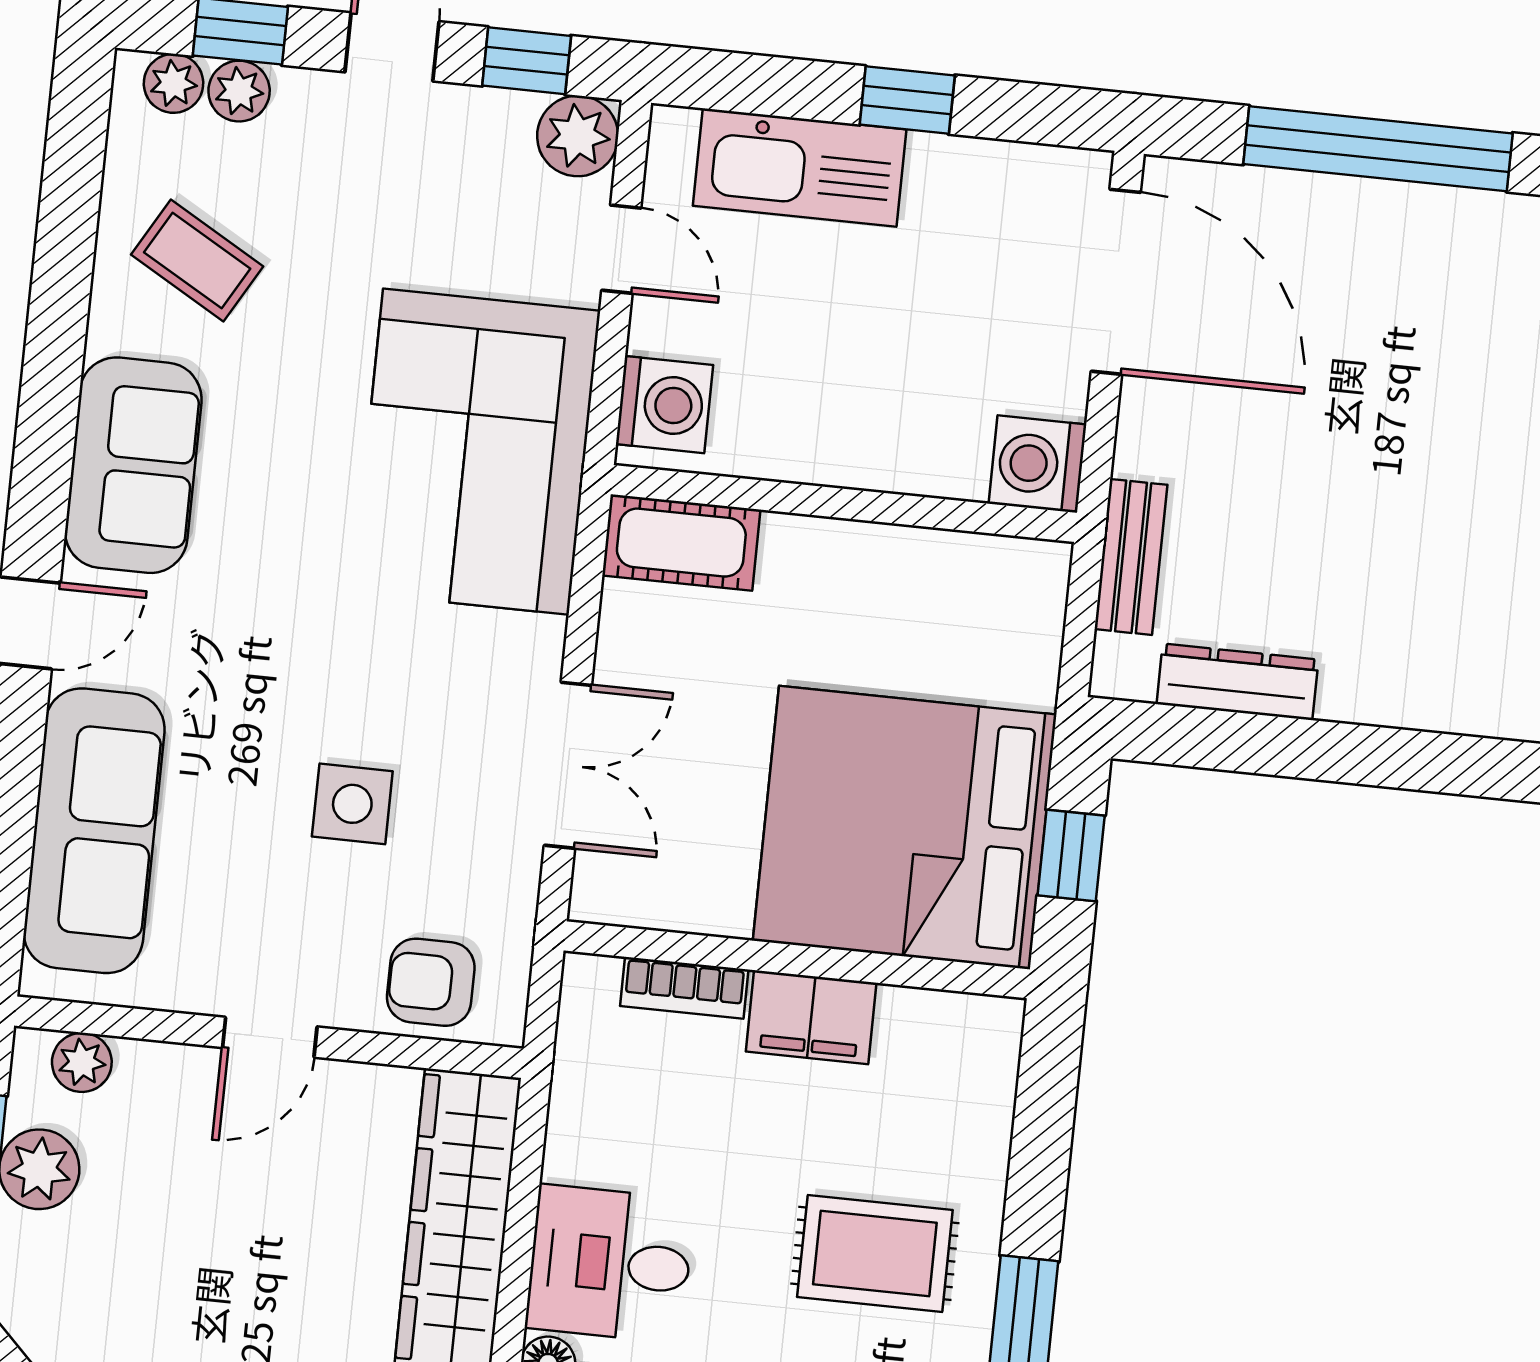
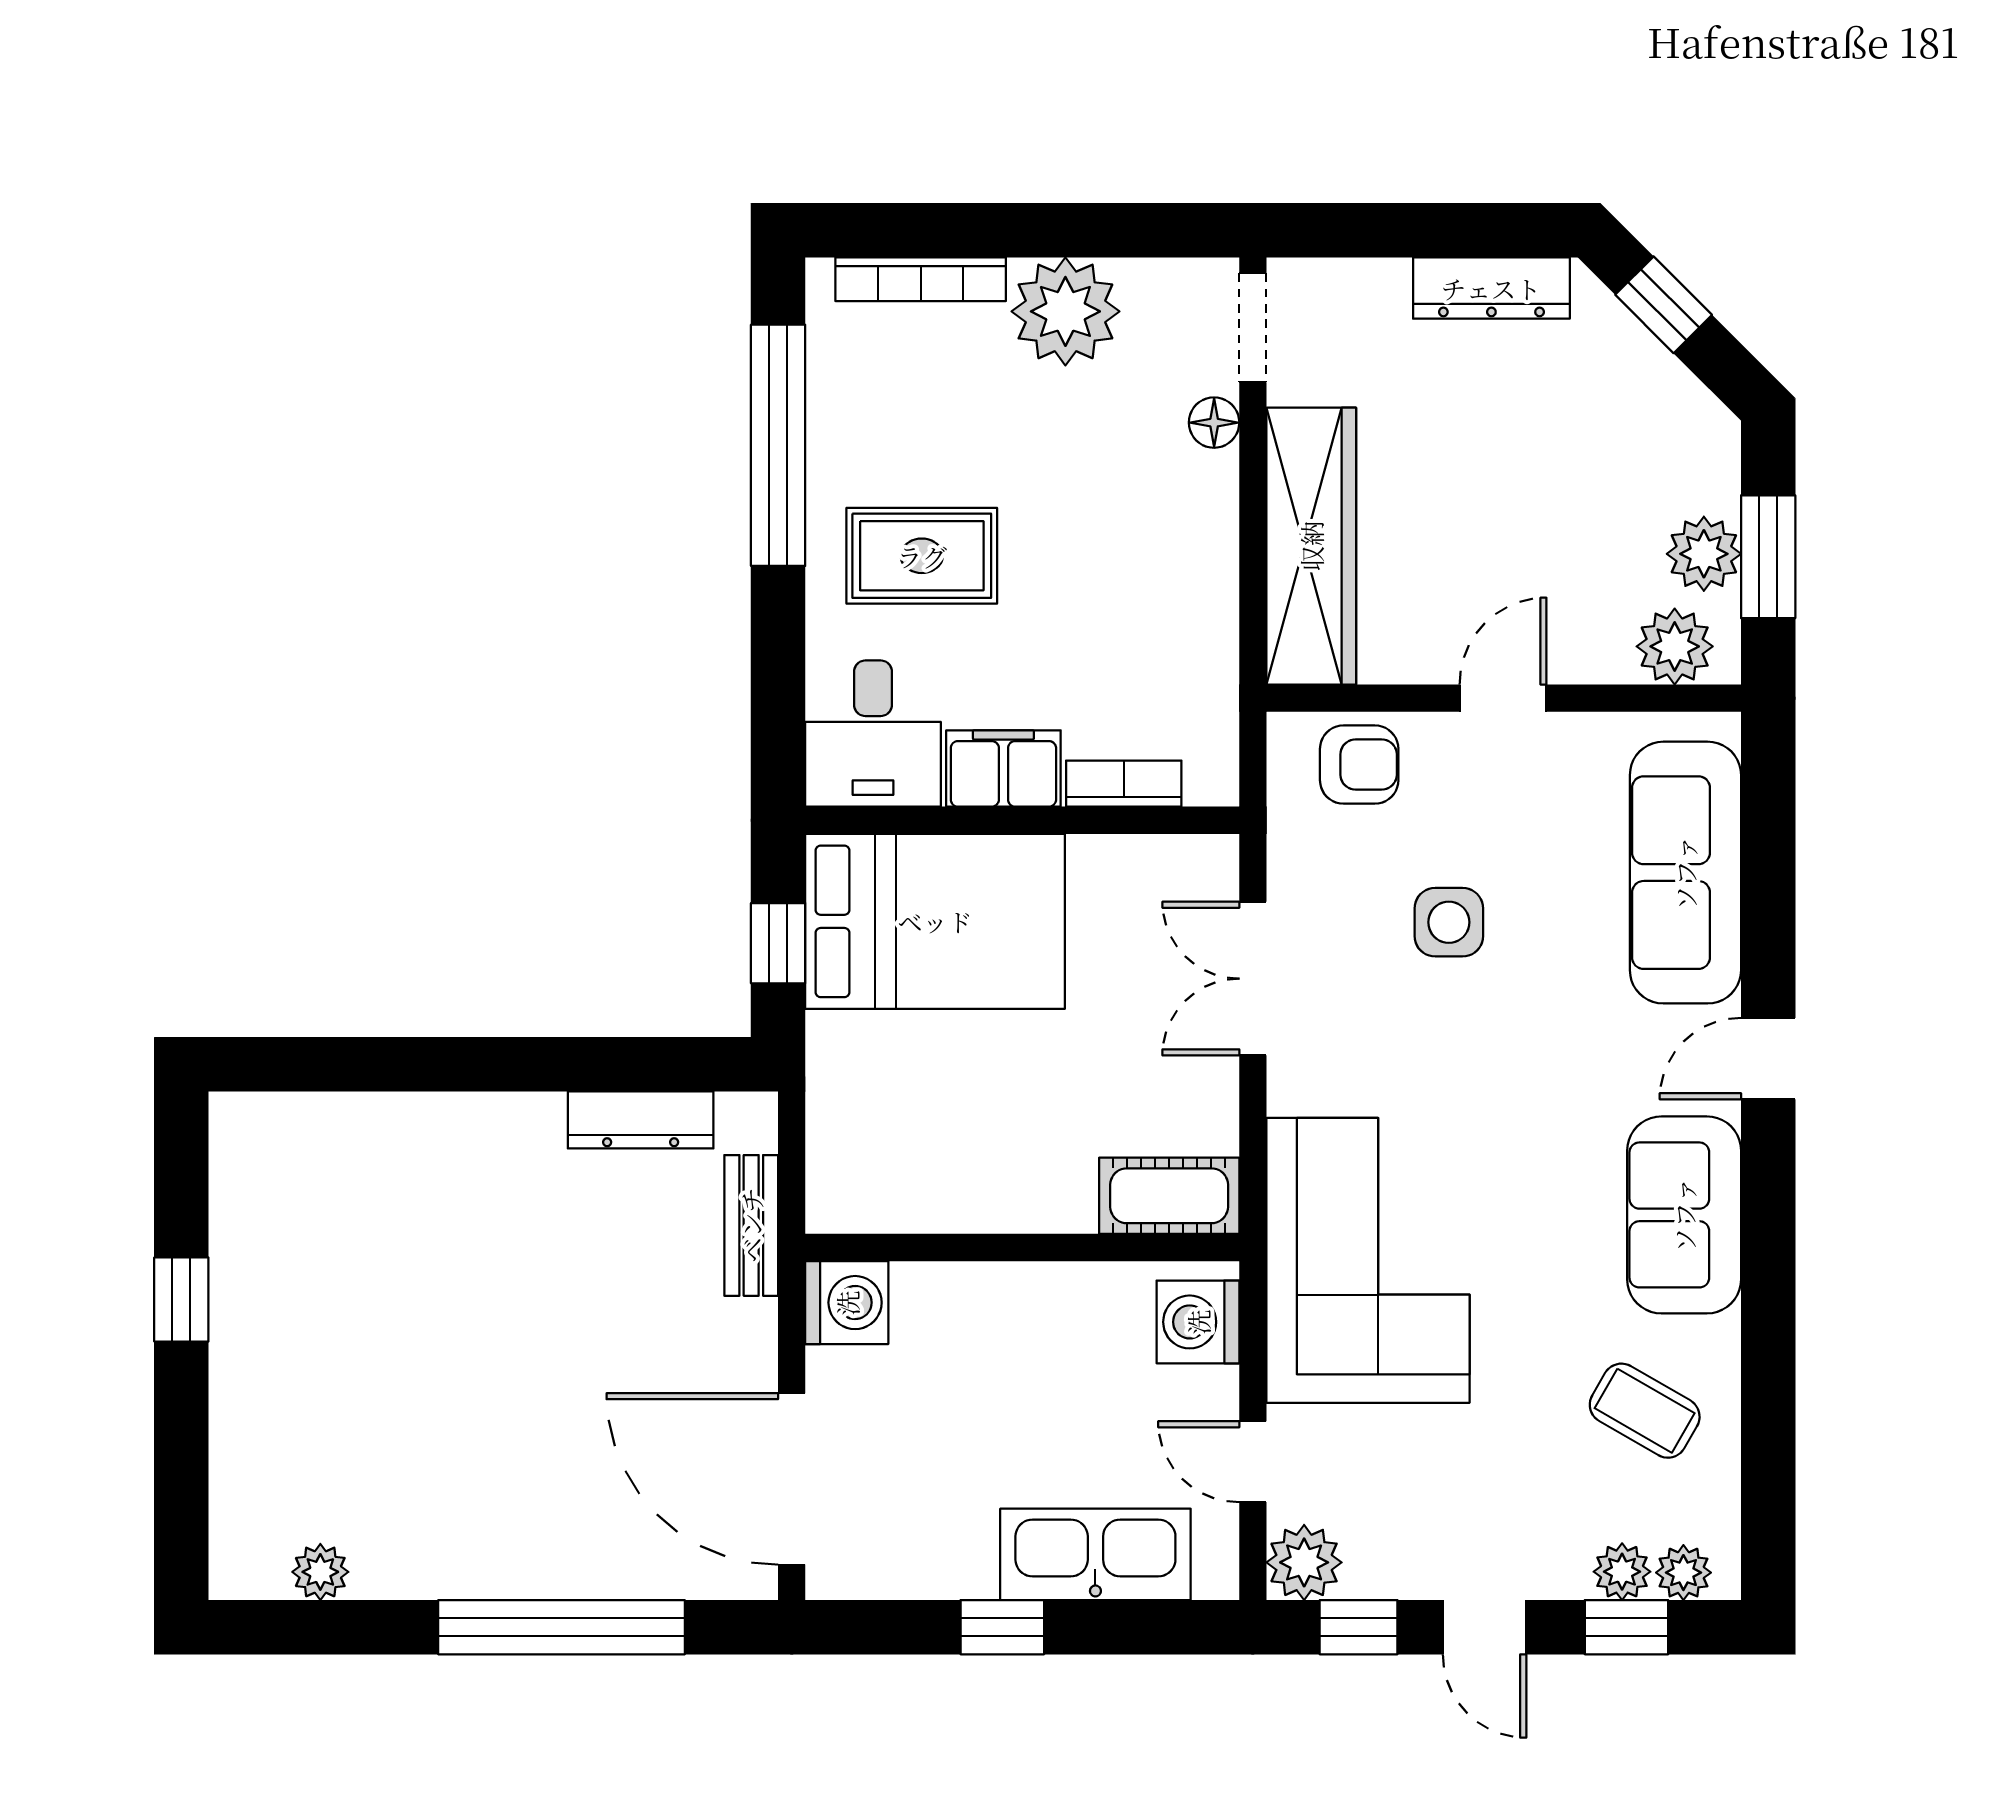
bed: (905, 828) -> (935, 921), width x0.73
plant: (82, 1062) -> (1675, 646), width x1.38, depth x1.38
desk: (610, 1264) -> (873, 734), moved, turned 90

